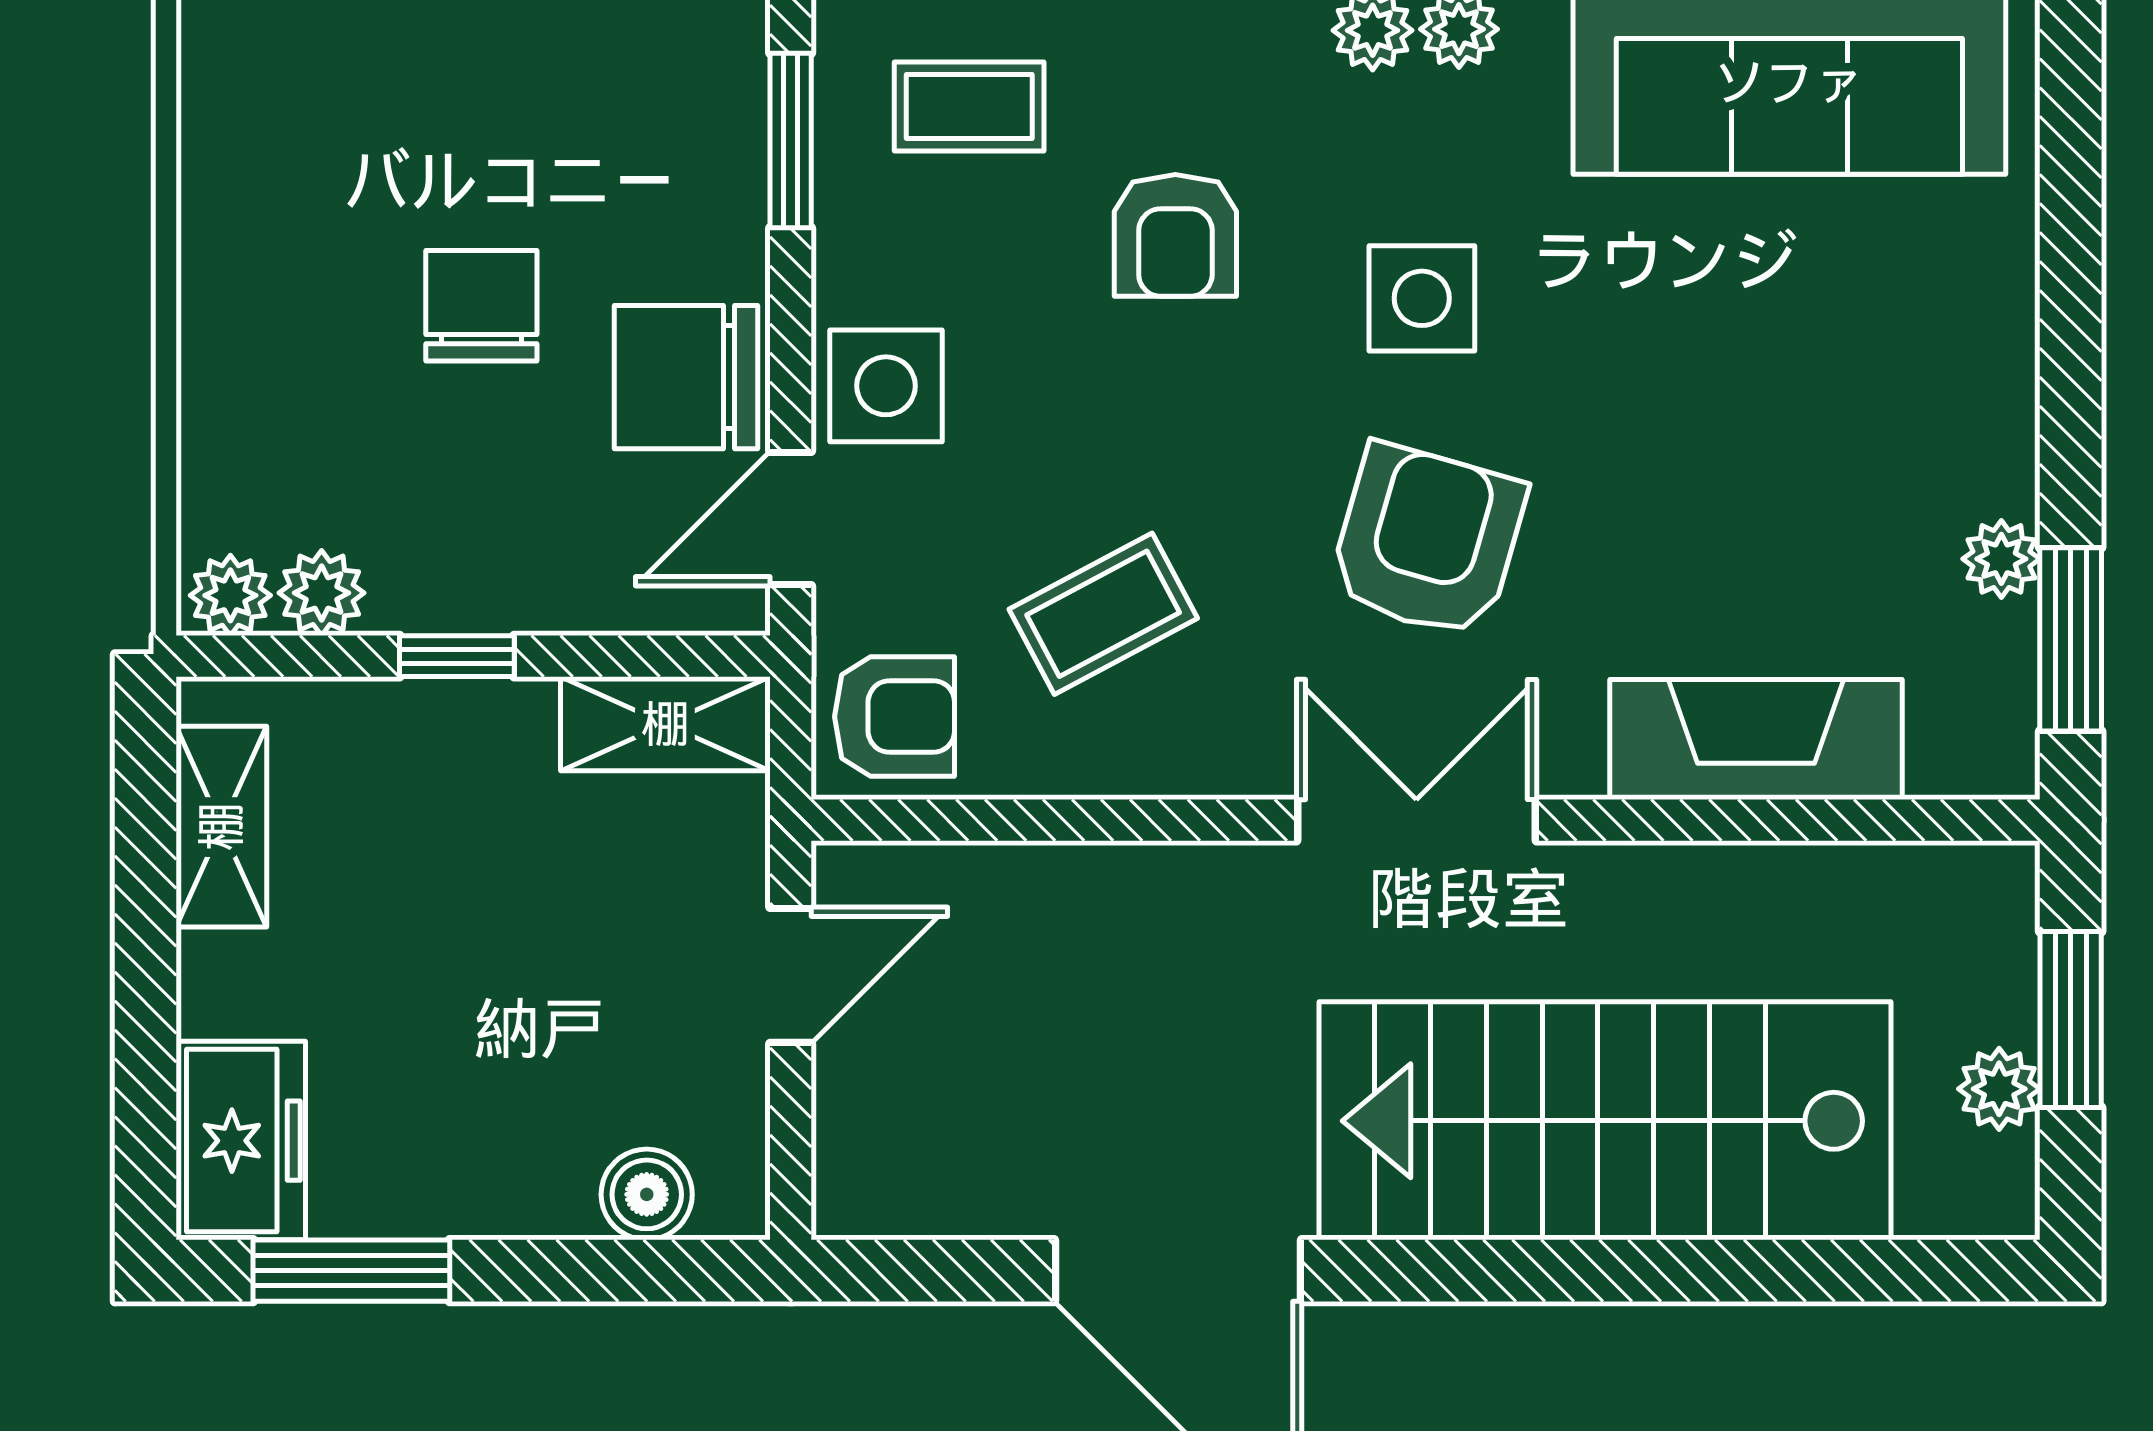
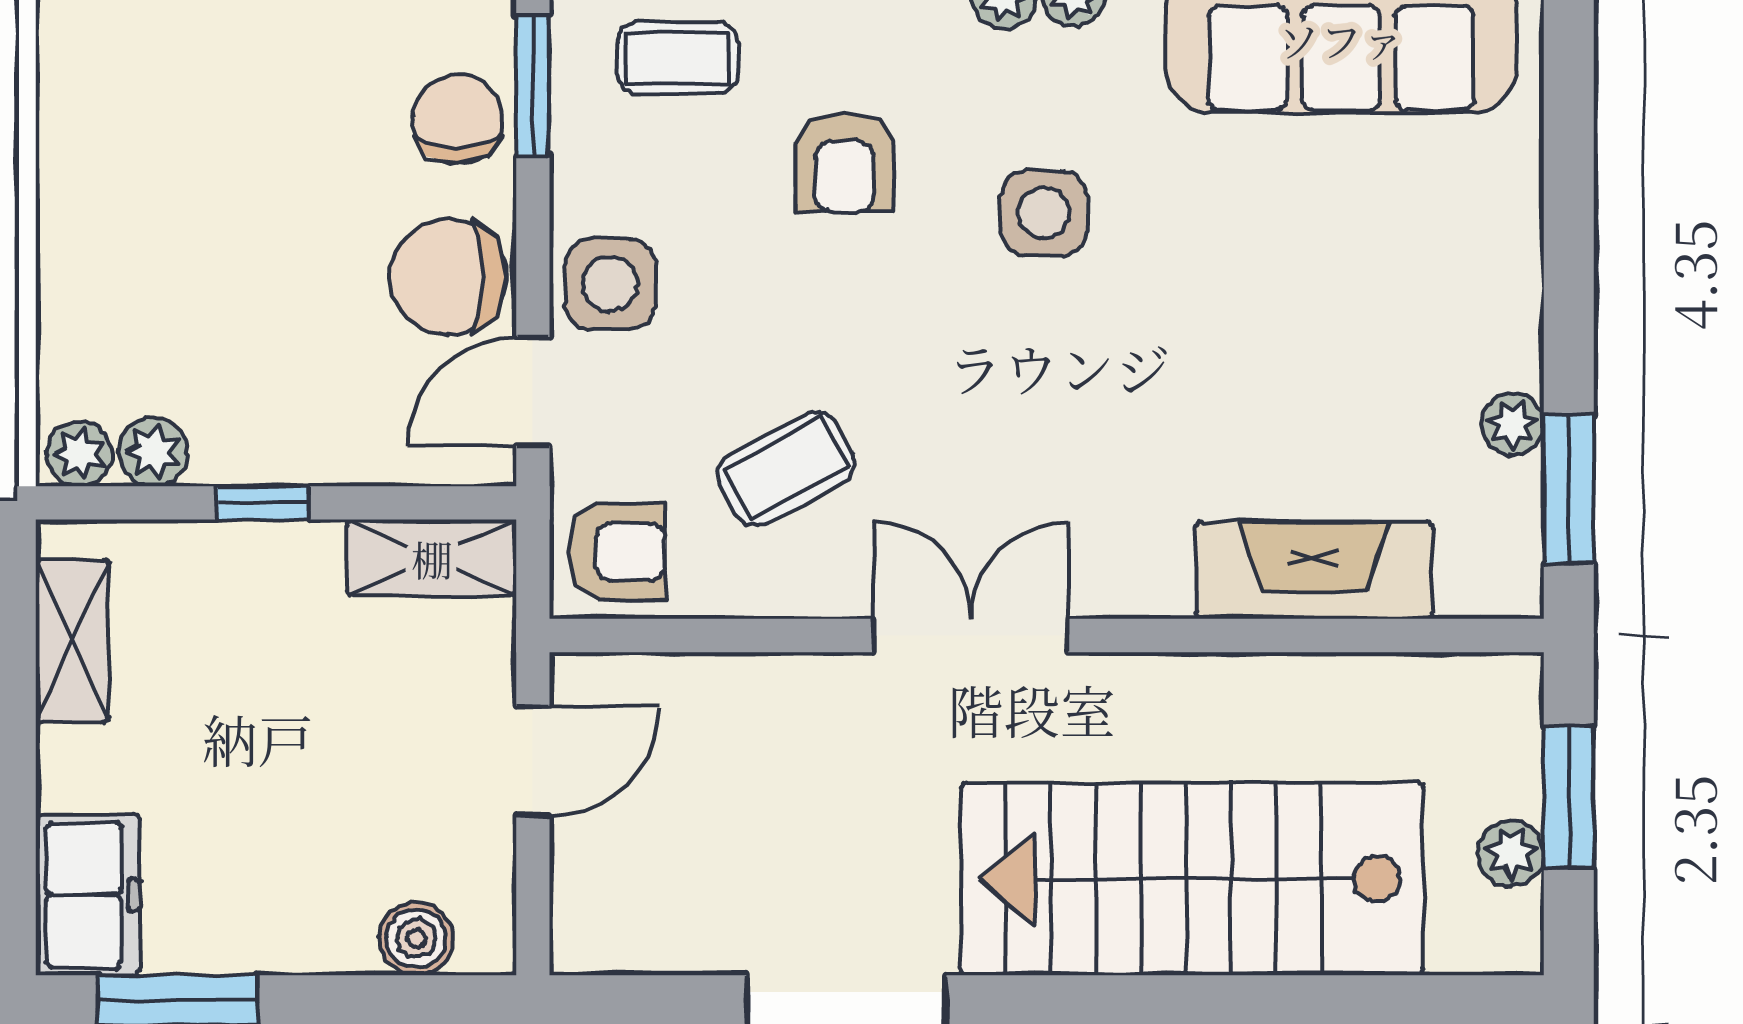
chair: (481, 306) -> (458, 119), moved
armchair: (1427, 541) -> (1048, 410), removed
double door: (1416, 820) -> (971, 636), moved

